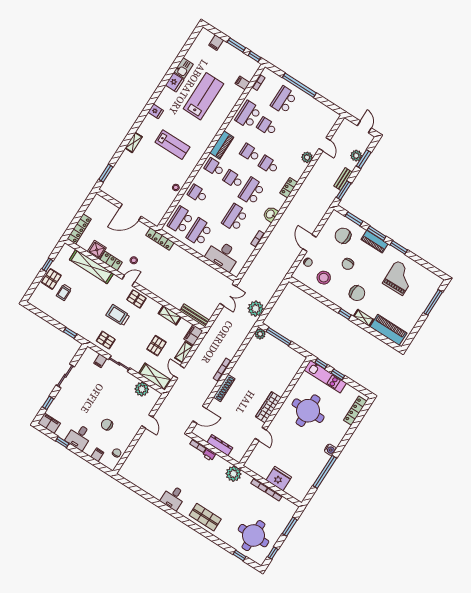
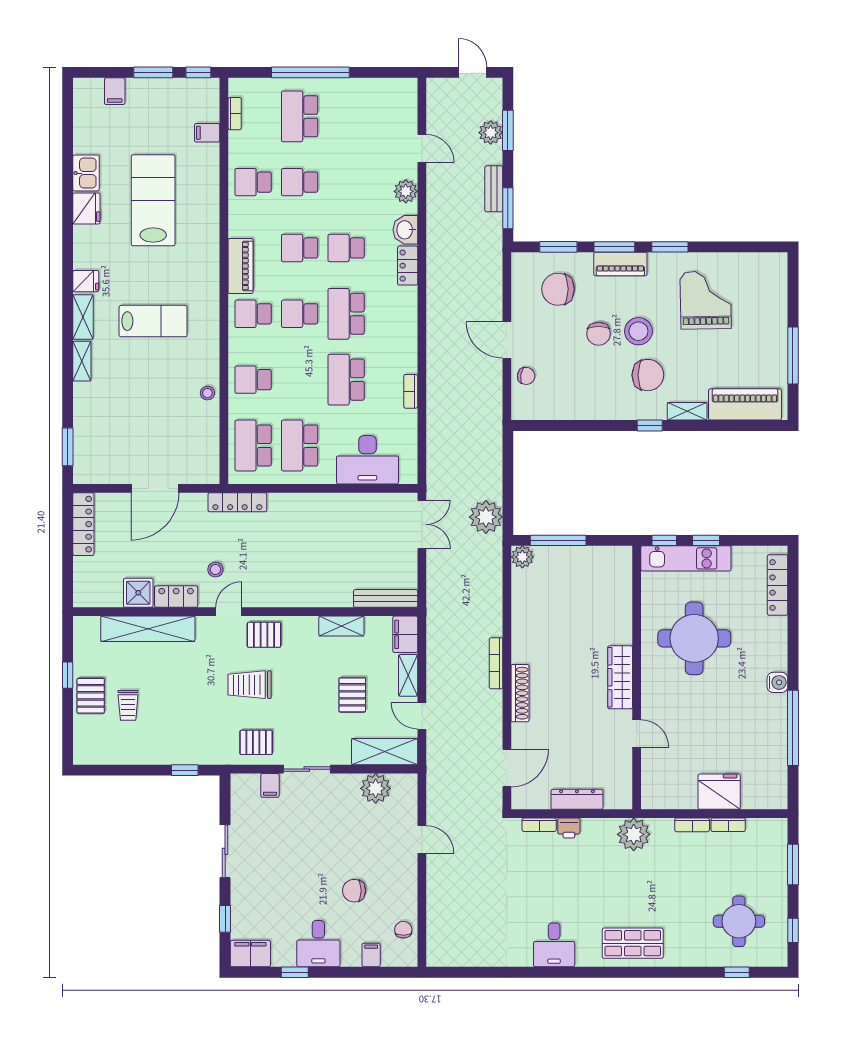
school desk: (248, 115) -> (253, 182), width x0.54
shelving: (145, 125) -> (83, 317), added
washbasin: (270, 214) -> (405, 230), moved
locker: (79, 229) -> (83, 524), moved
stool: (324, 278) -> (638, 331), moved
window: (433, 302) -> (793, 356), moved
round table: (253, 536) -> (739, 921), width x0.73, depth x0.73

